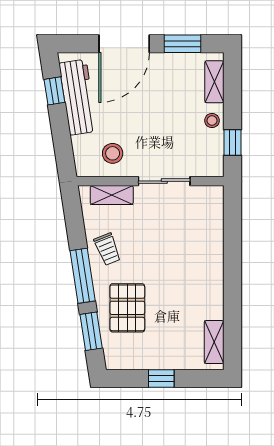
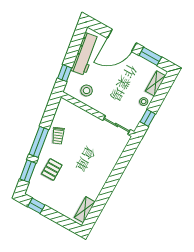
window: (54, 91) -> (65, 73), moved
sliding door: (164, 181) -> (117, 125), moved
shelving: (112, 195) -> (75, 111), removed
pallet: (127, 308) -> (52, 170), width x0.67, depth x0.71
window: (161, 378) -> (36, 206), moved

